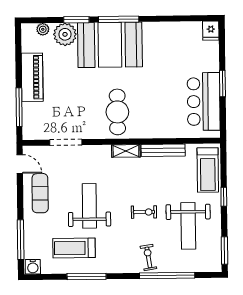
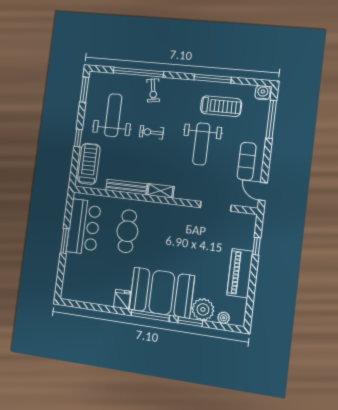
fridge: (211, 31) -> (122, 299), moved
window: (19, 107) -> (256, 246), width x0.46
cafe table: (117, 112) -> (127, 231), moved

